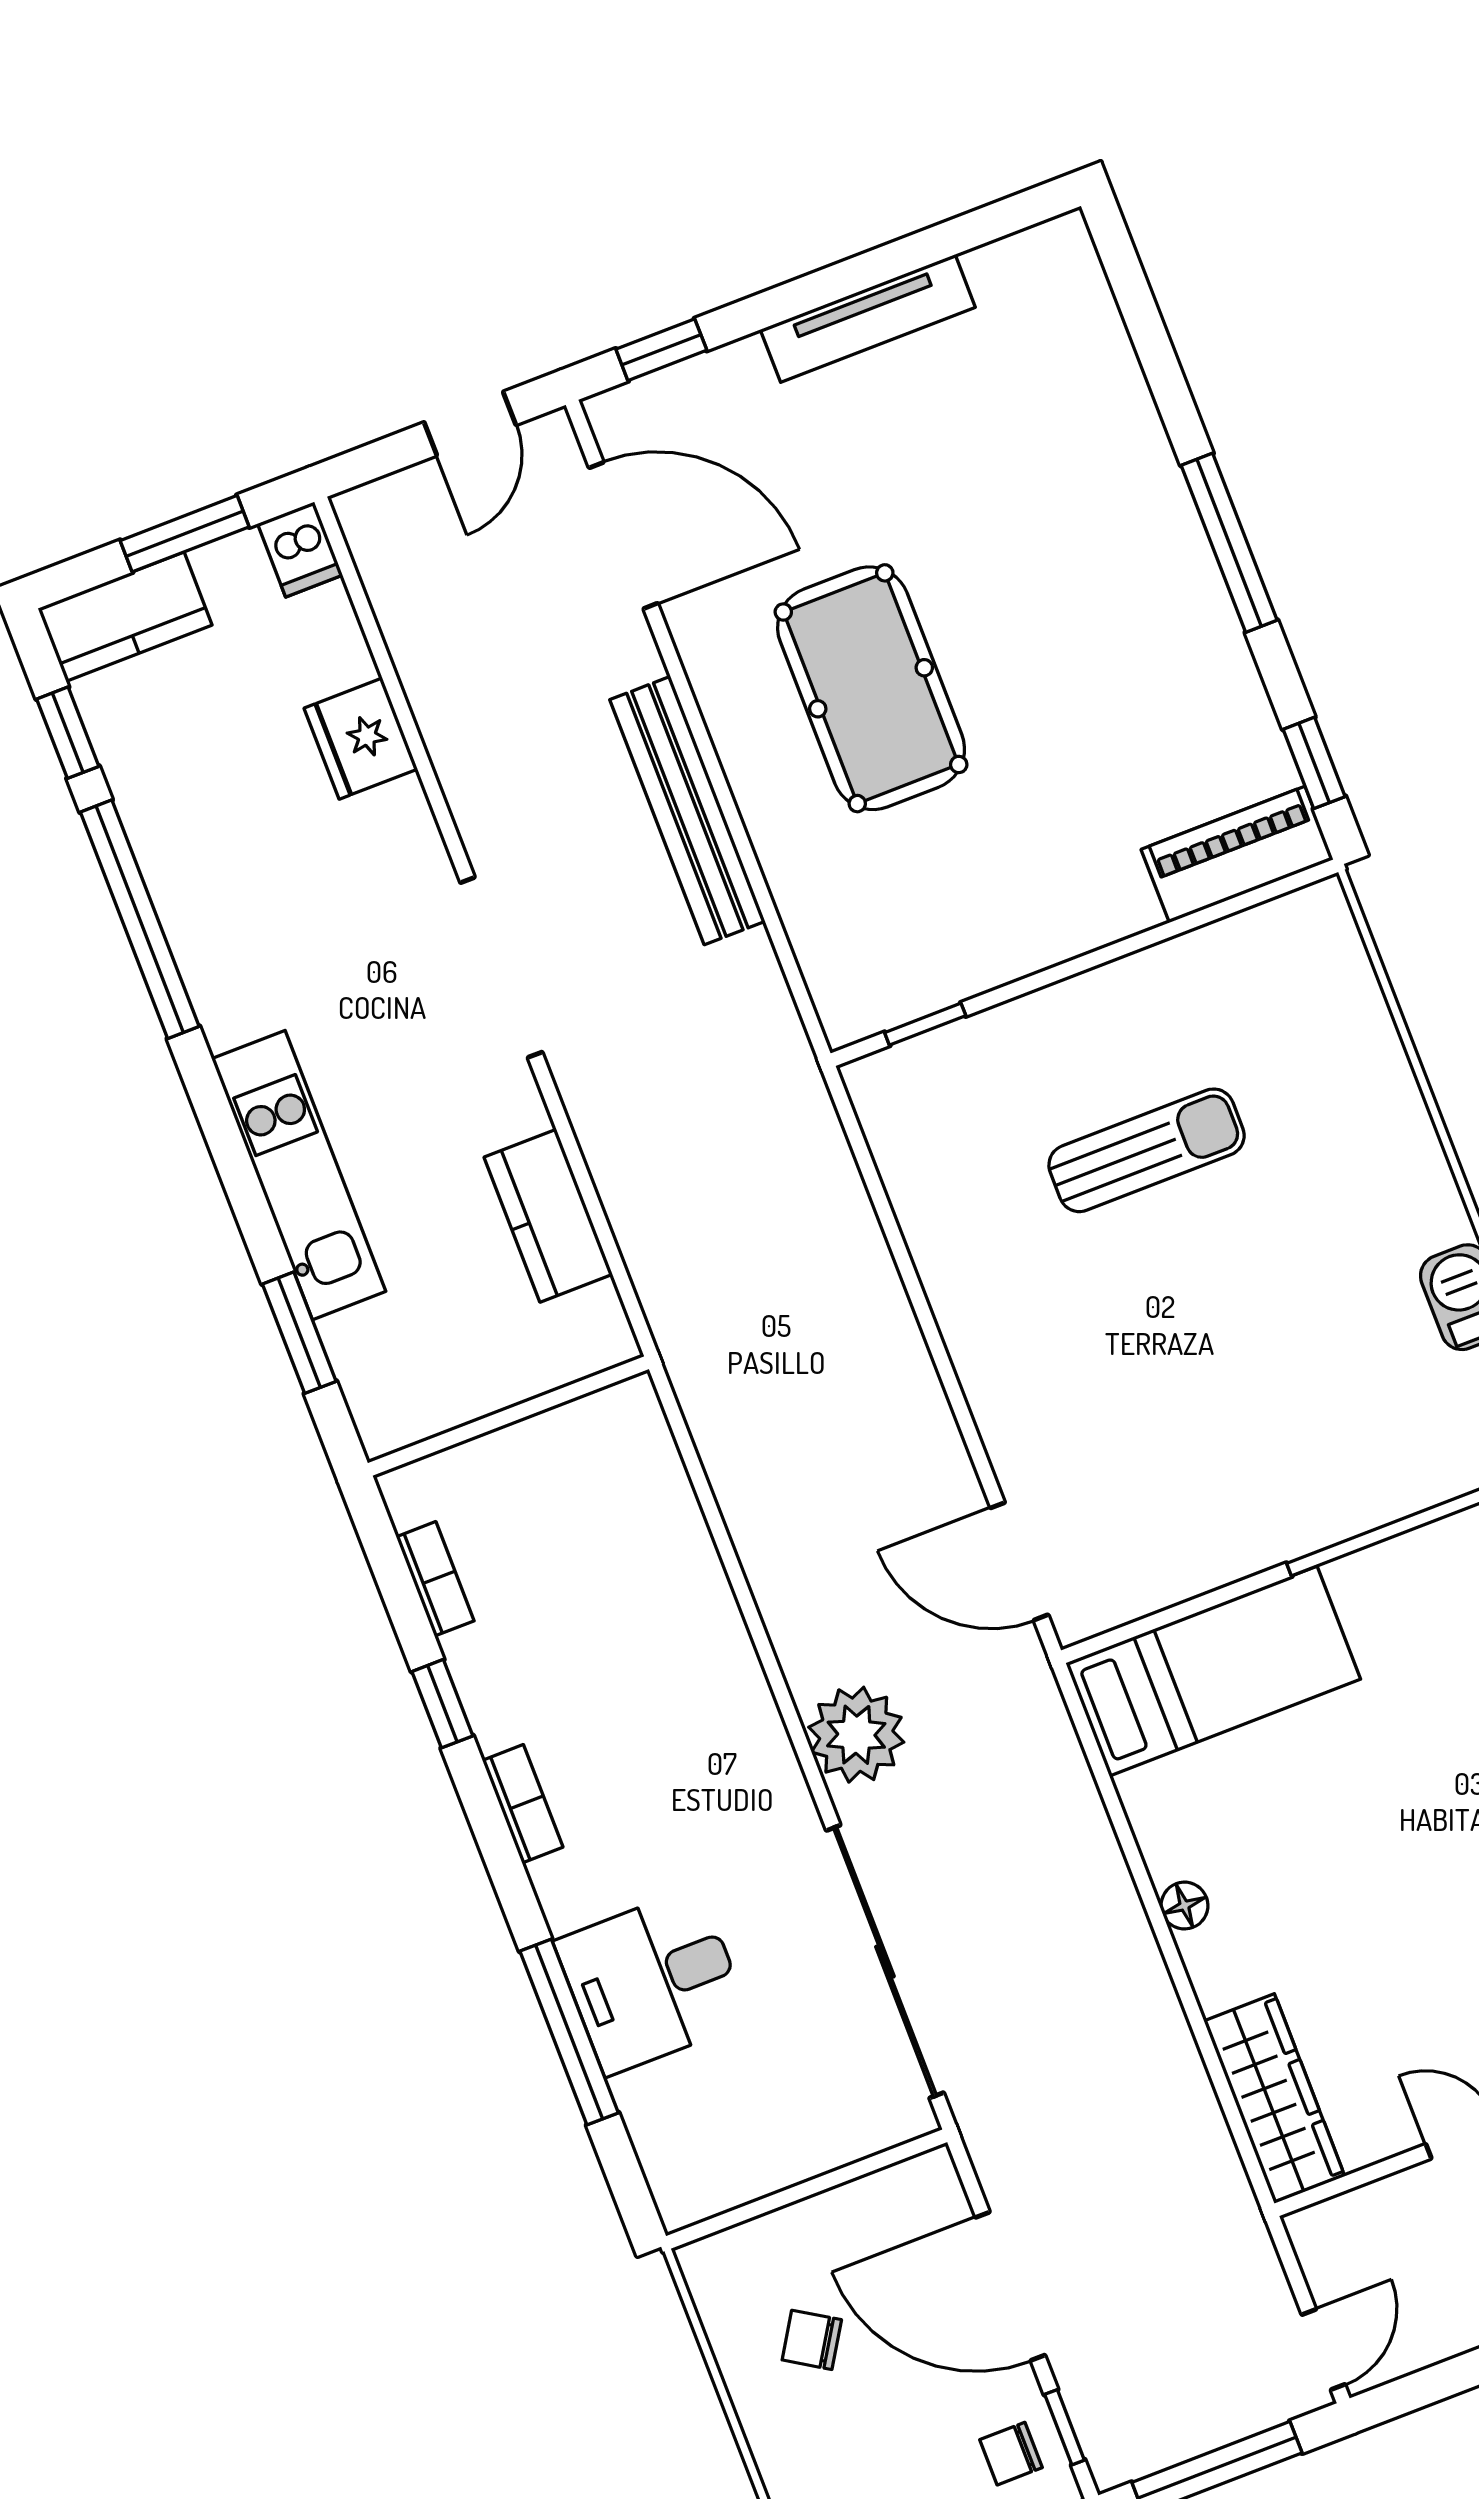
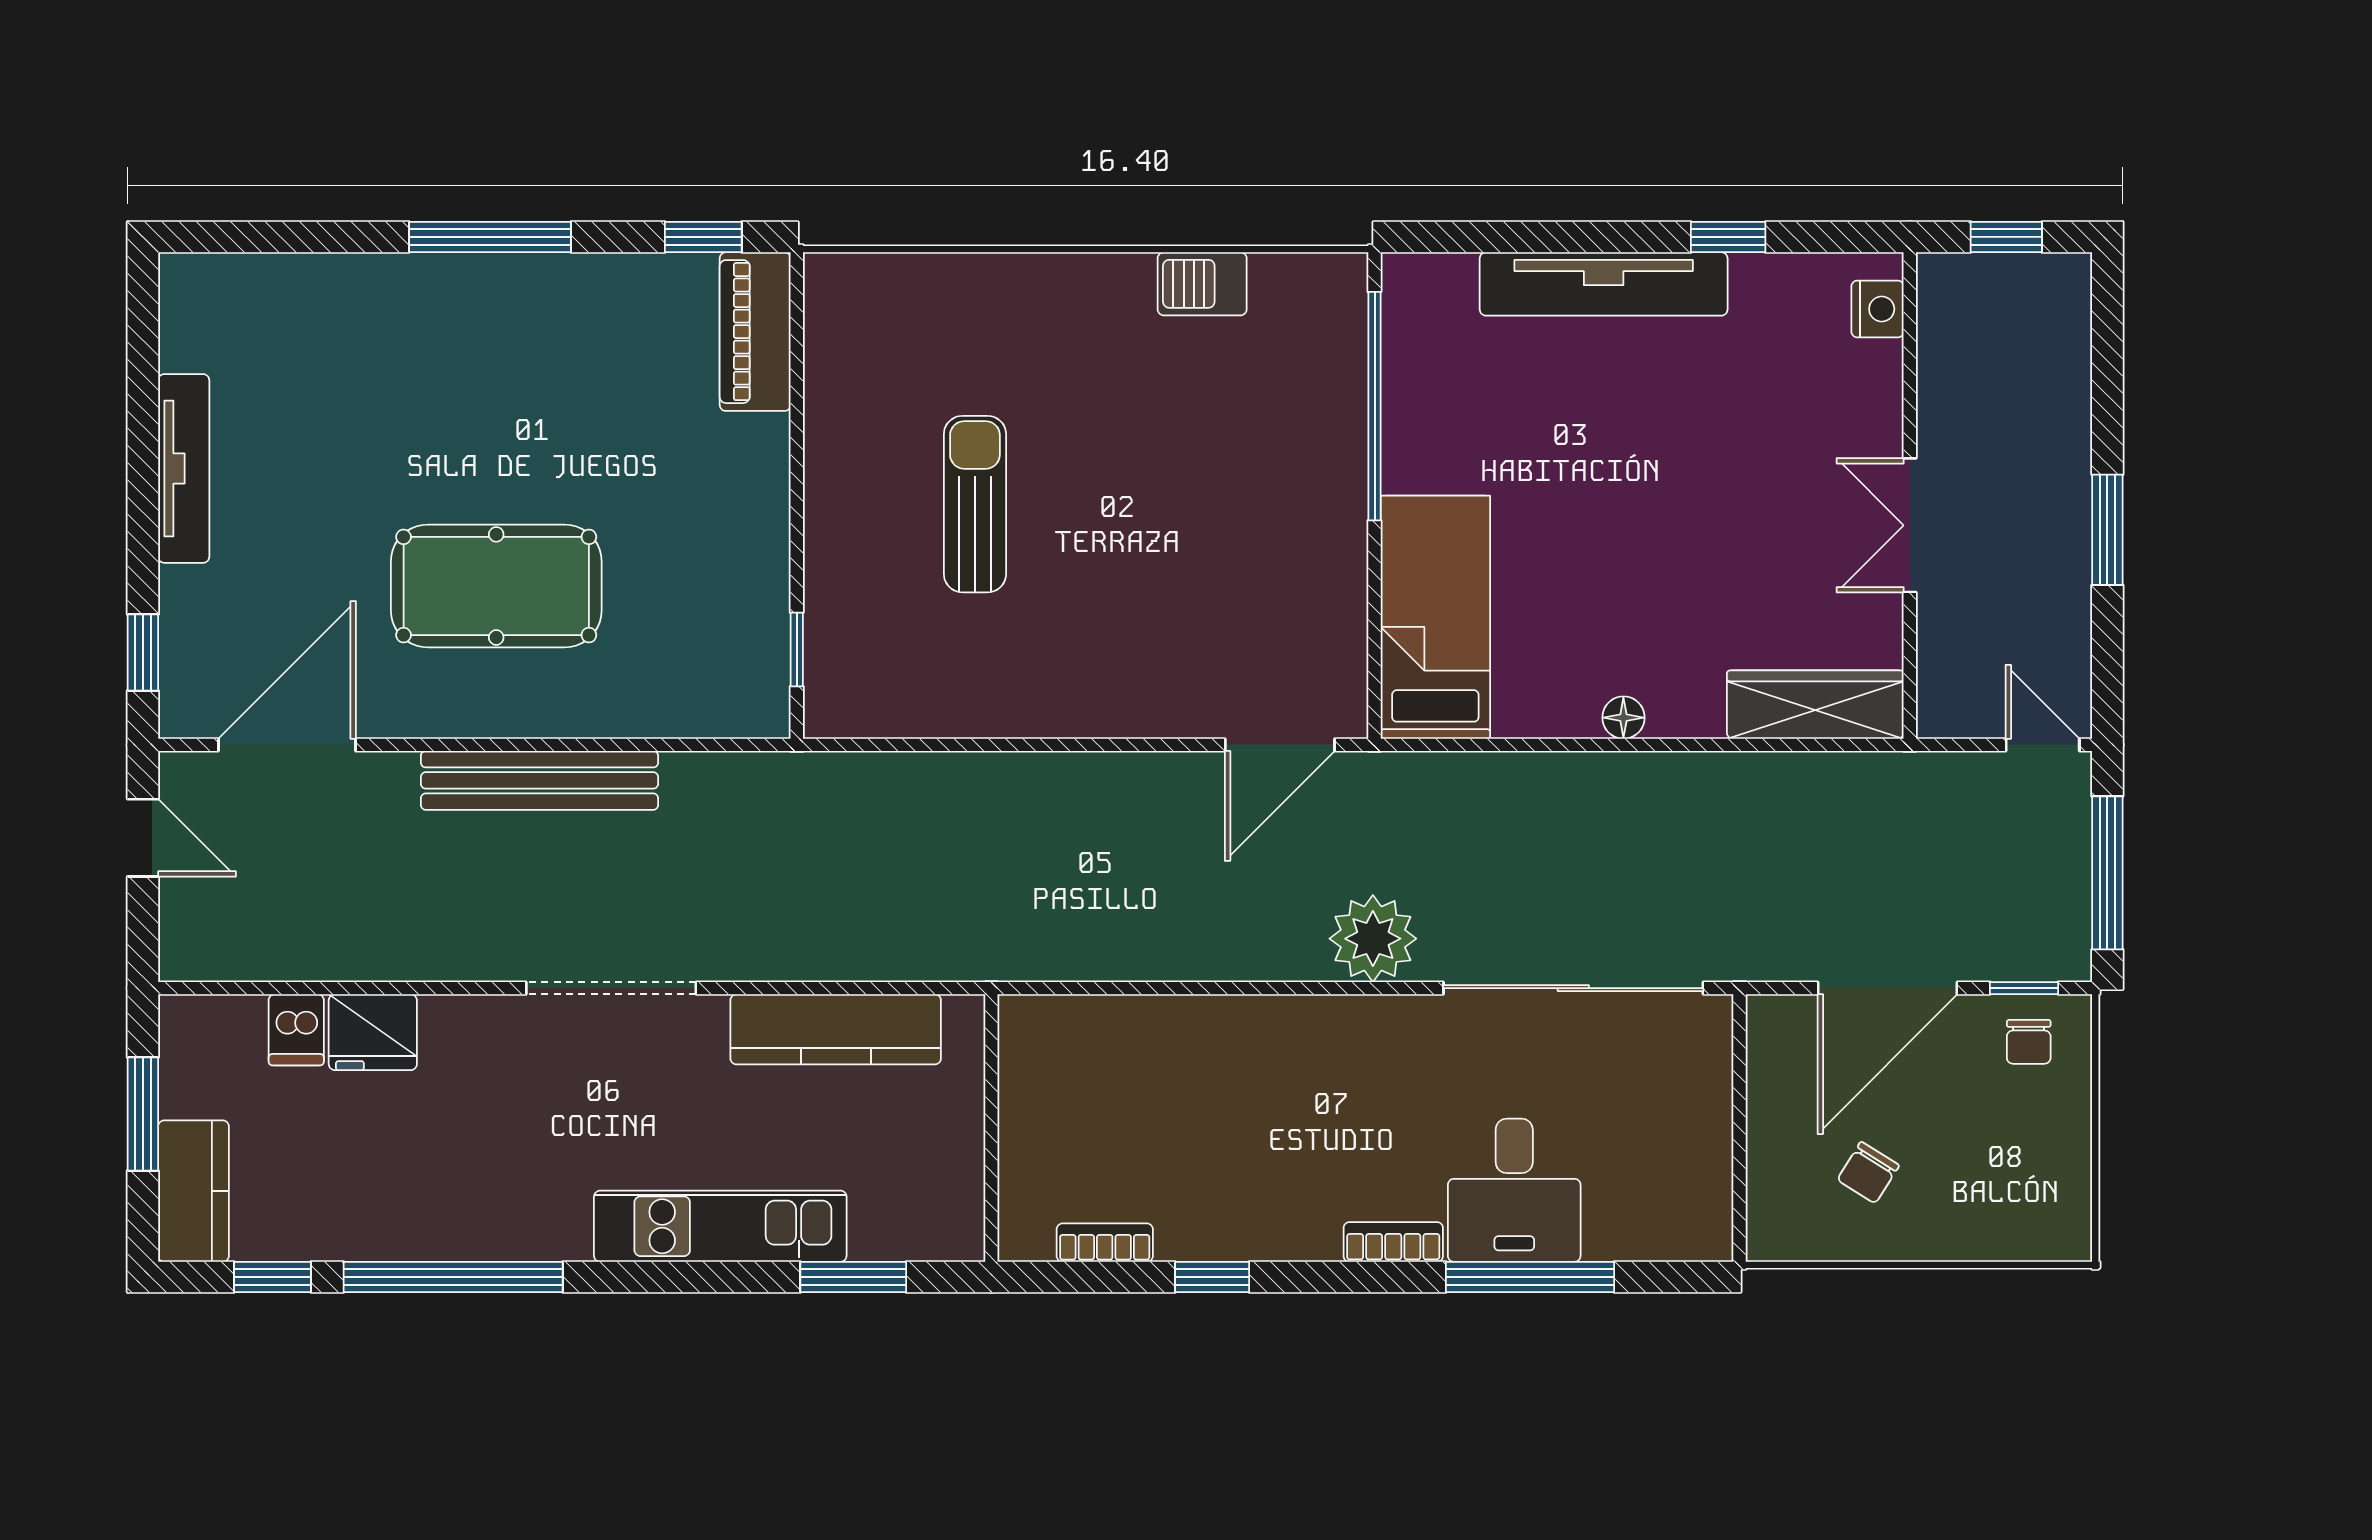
dishwasher: (300, 549) -> (296, 1030), moved, turned 90
kitchen counter: (548, 1216) -> (836, 1029), width x1.50
bookcase: (523, 1804) -> (1393, 1242), moved

